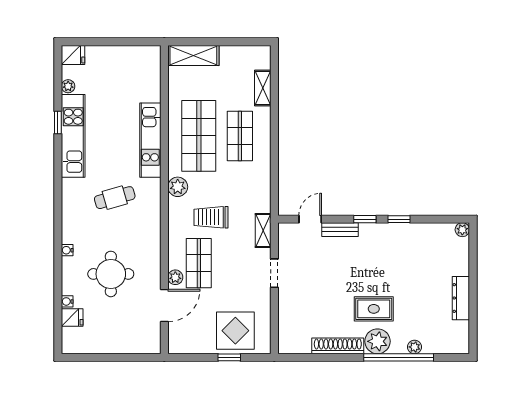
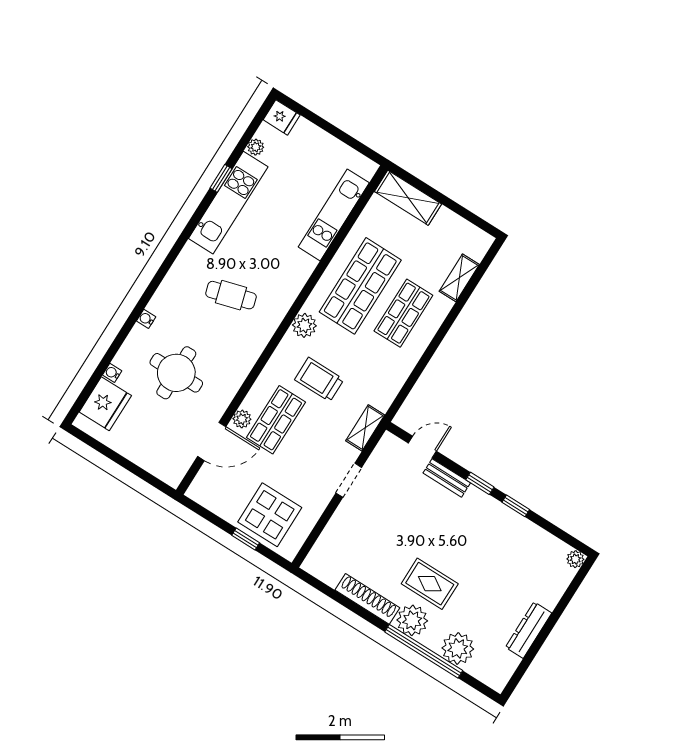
kitchen unit: (150, 140) -> (334, 215), moved
fridge: (72, 318) -> (105, 404), width x1.88, depth x1.34
plant: (415, 347) -> (458, 648), width x1.88, depth x1.88

